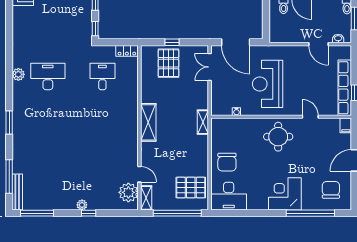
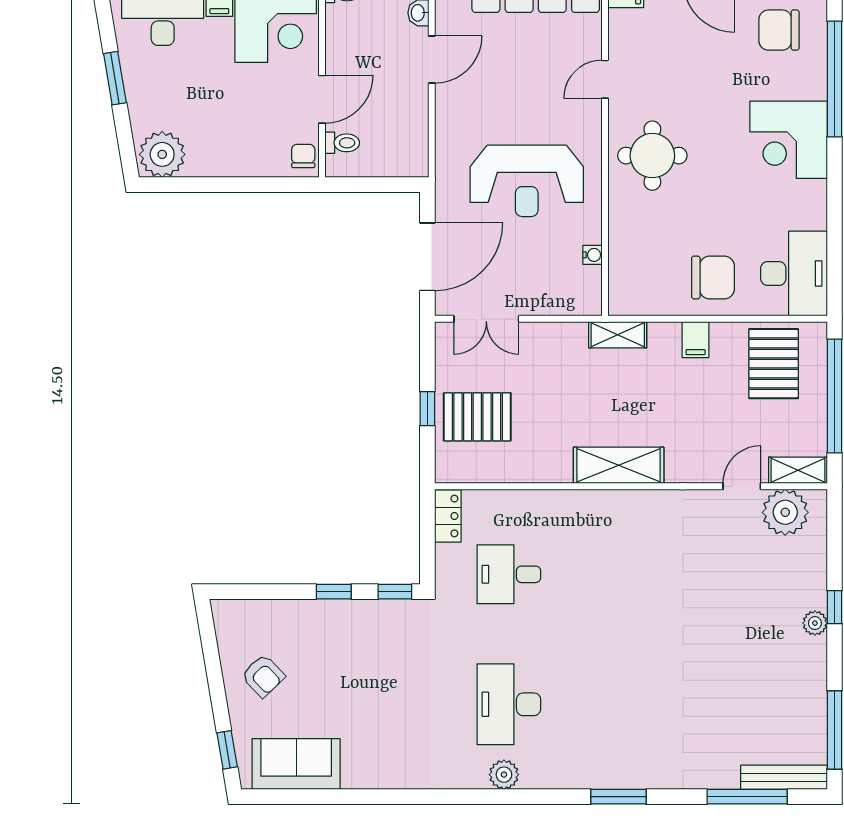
filing cabinet: (201, 155) -> (696, 340), added

